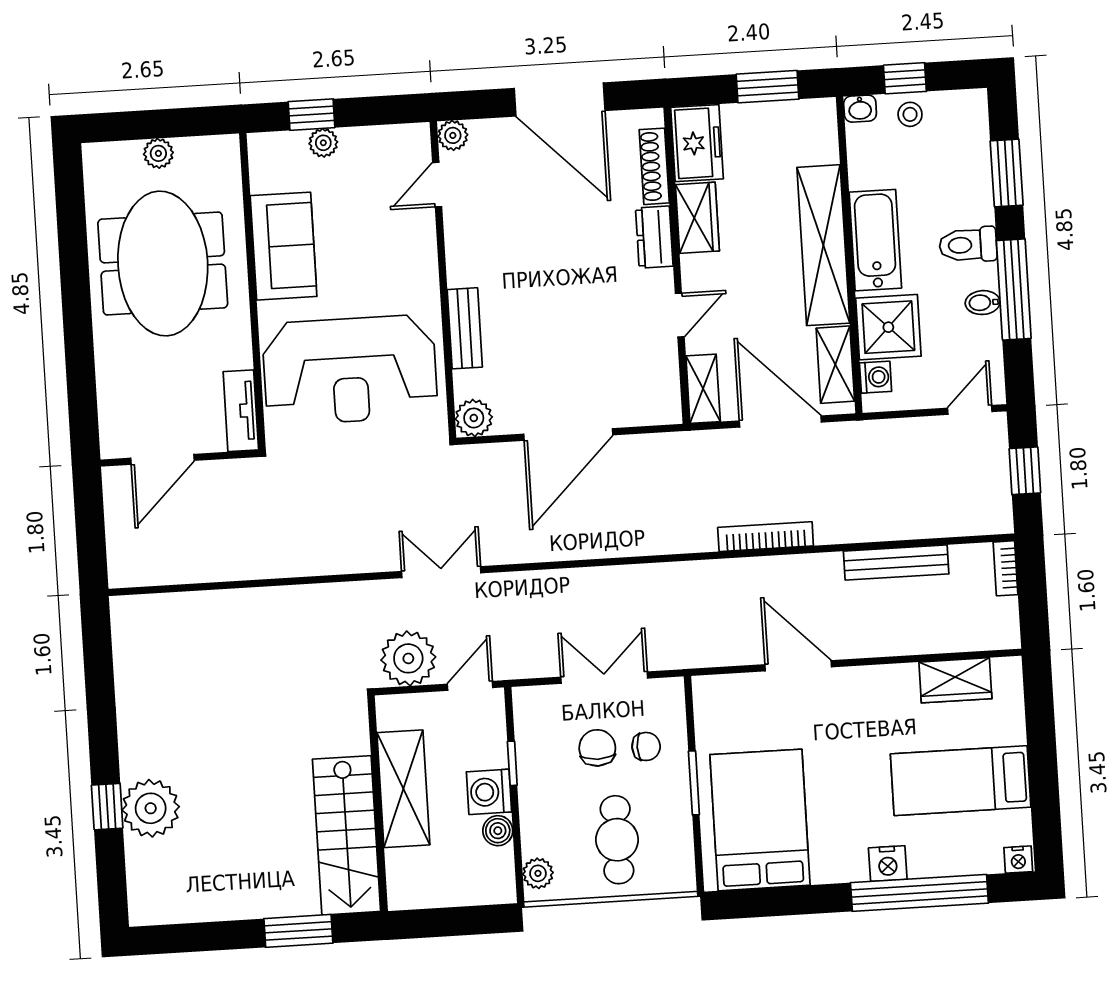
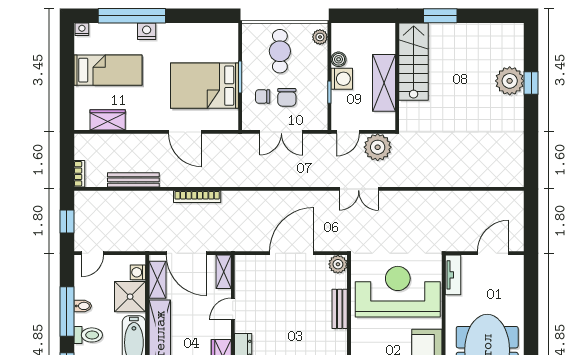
bed: (760, 820) -> (204, 86), moved, turned 90

